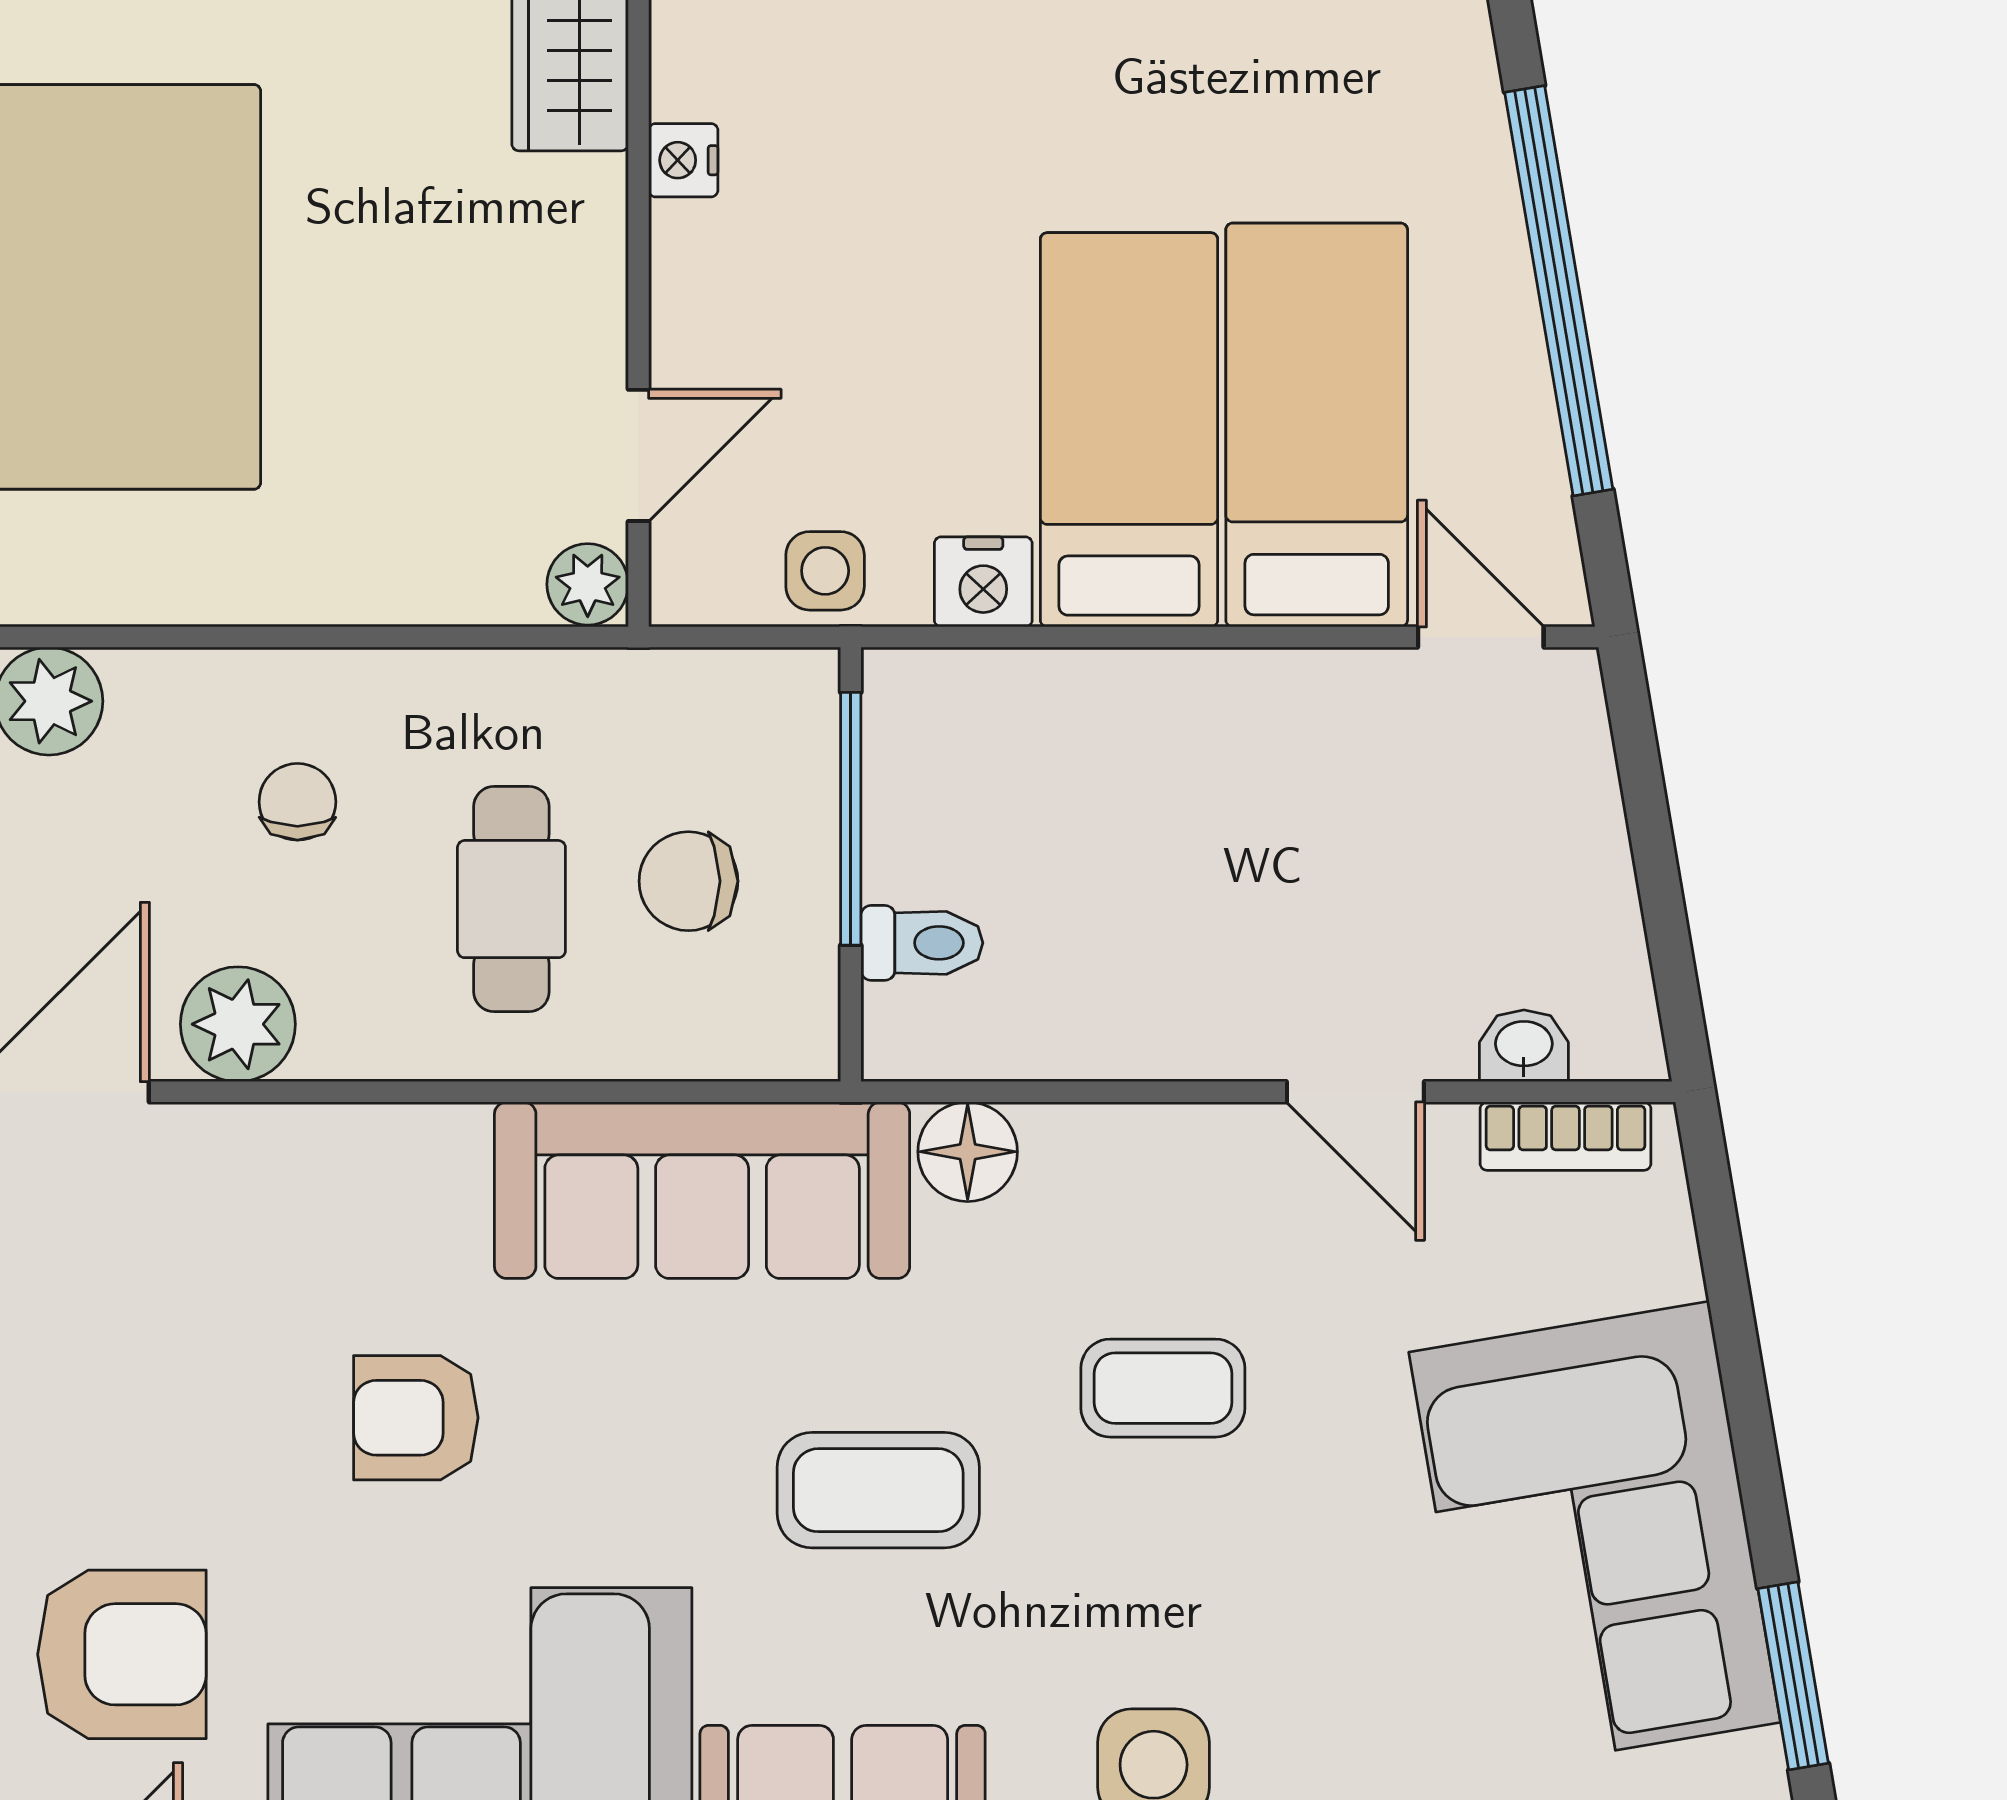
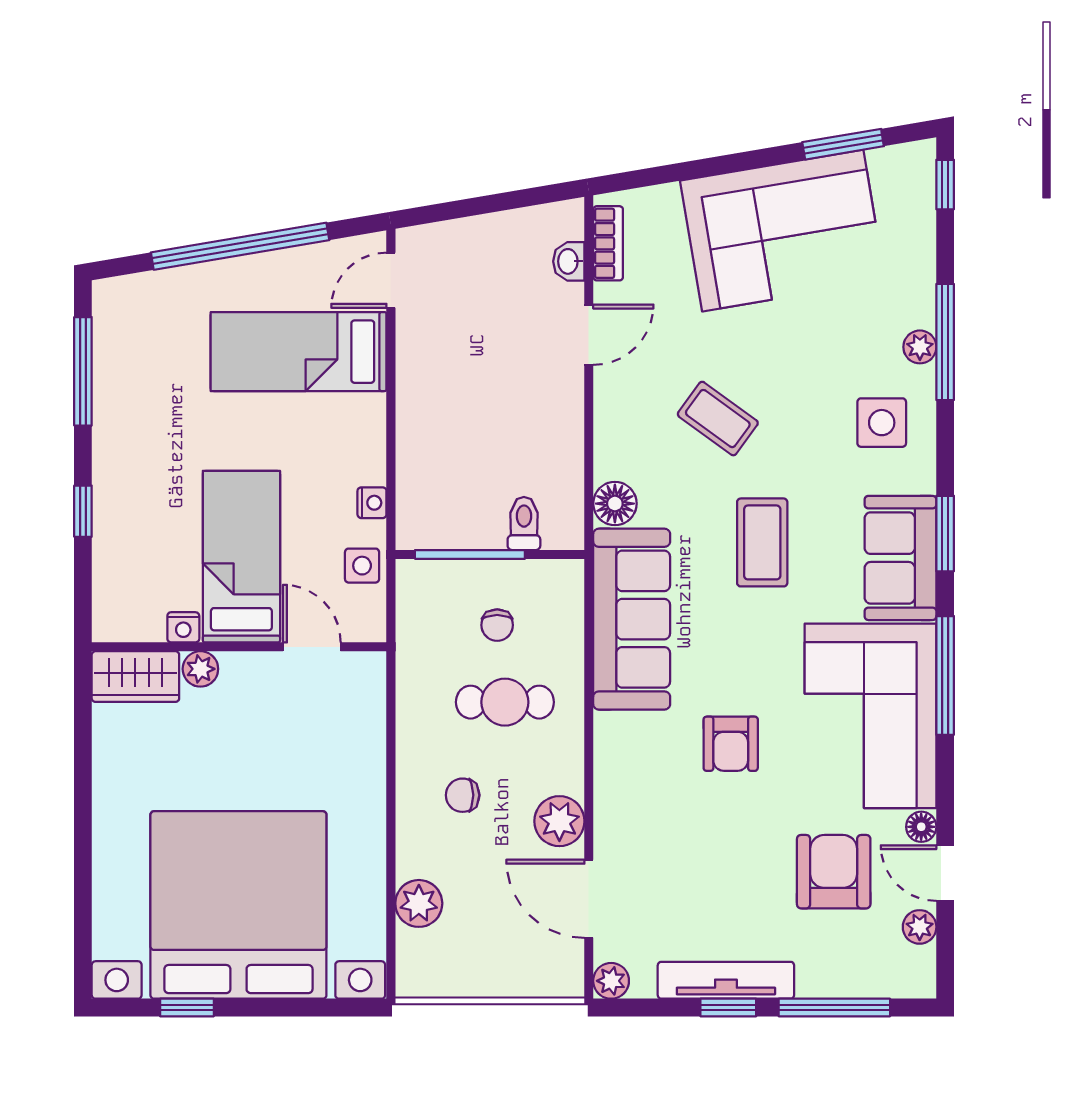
bed: (1129, 430) -> (241, 557), moved, turned 90
nightstand: (983, 582) -> (372, 503), width x0.72, depth x0.74
plant: (588, 584) -> (200, 669), moved
chair: (688, 881) -> (497, 625), width x0.73, depth x0.73
coffee table: (1163, 1388) -> (718, 419), turned -54

